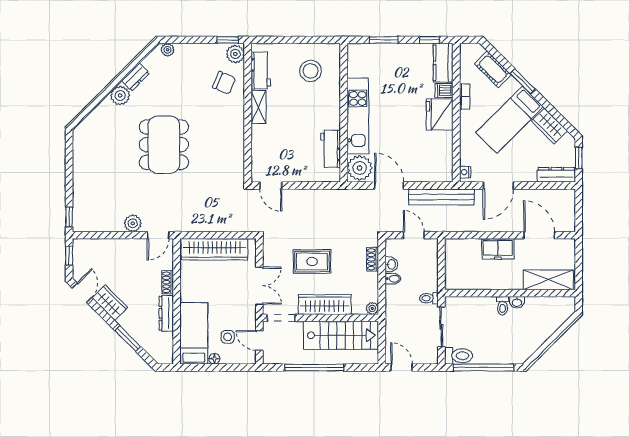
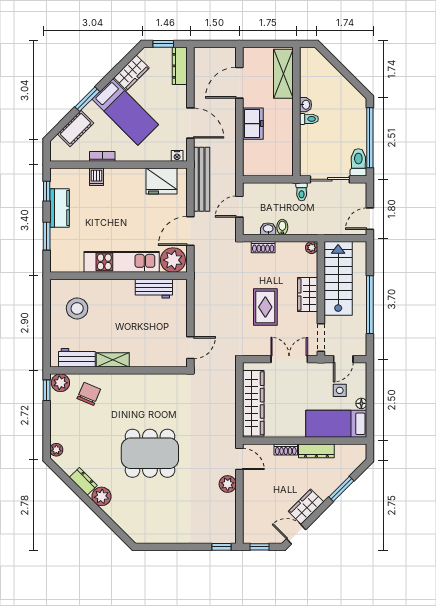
kitchen counter: (443, 63) -> (59, 208), moved, turned -90
fridge: (440, 114) -> (162, 181), moved
wardrobe: (325, 304) -> (308, 295), width x0.67

